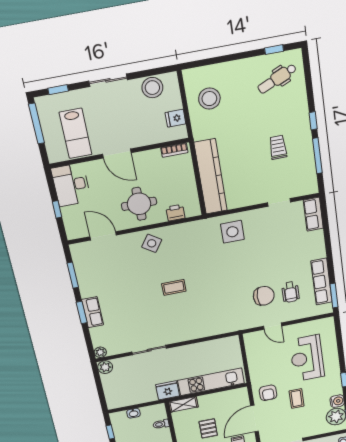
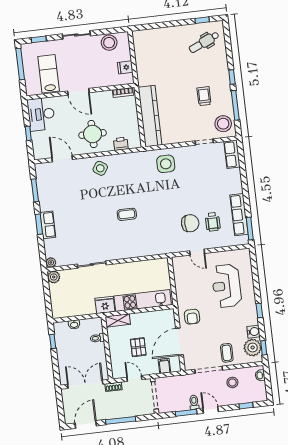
stool: (209, 99) -> (223, 124), moved
lab bench: (76, 133) -> (49, 74), turned 180
coffee table: (174, 287) -> (127, 214), moved
coffee table: (297, 399) -> (227, 353), moved

